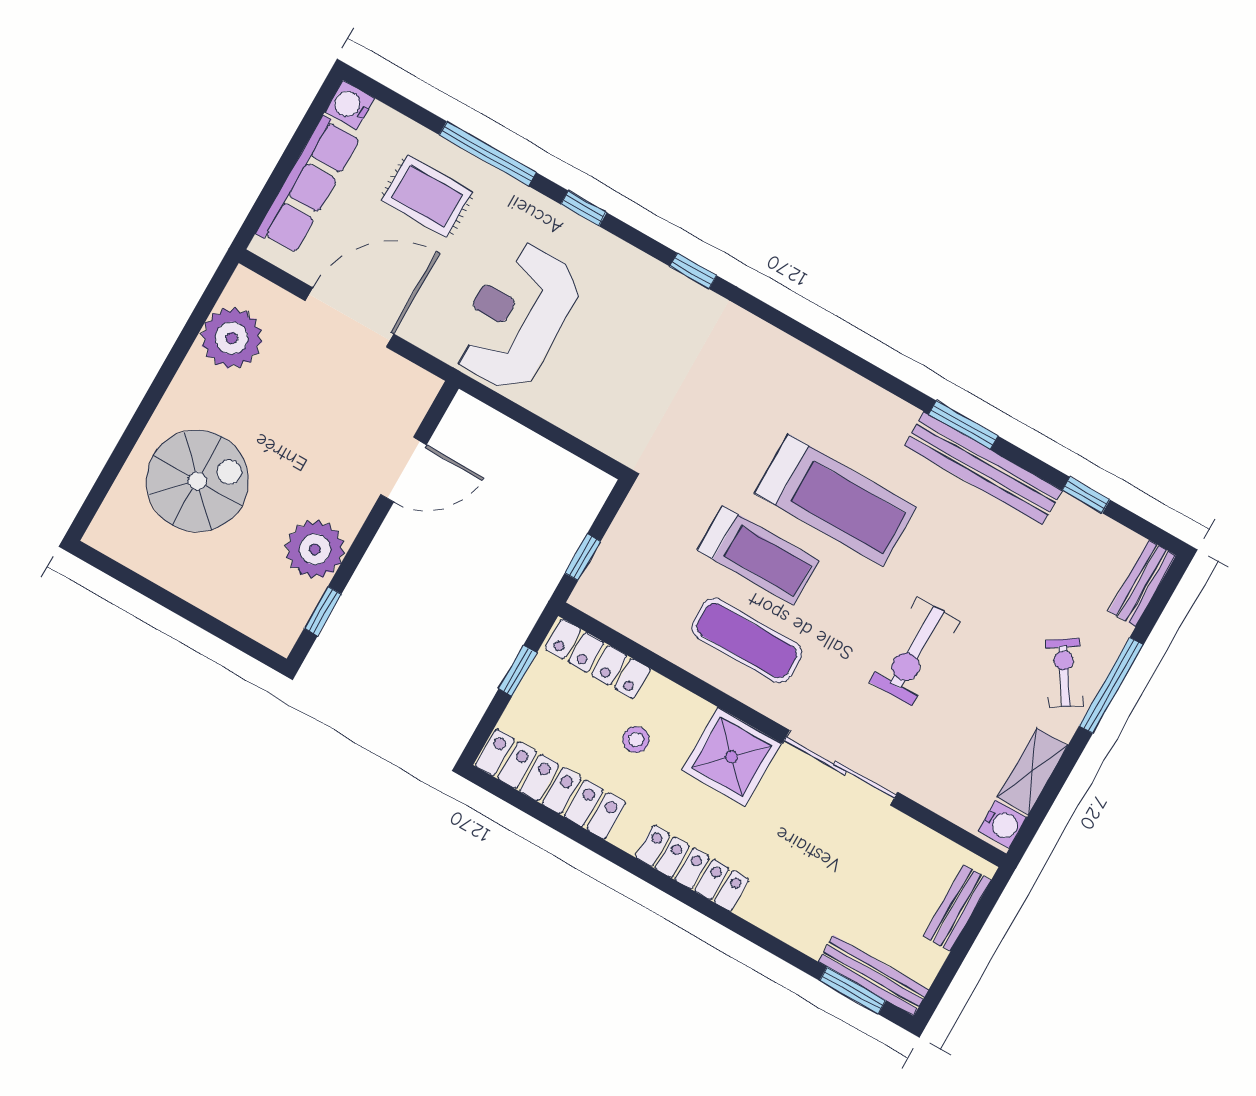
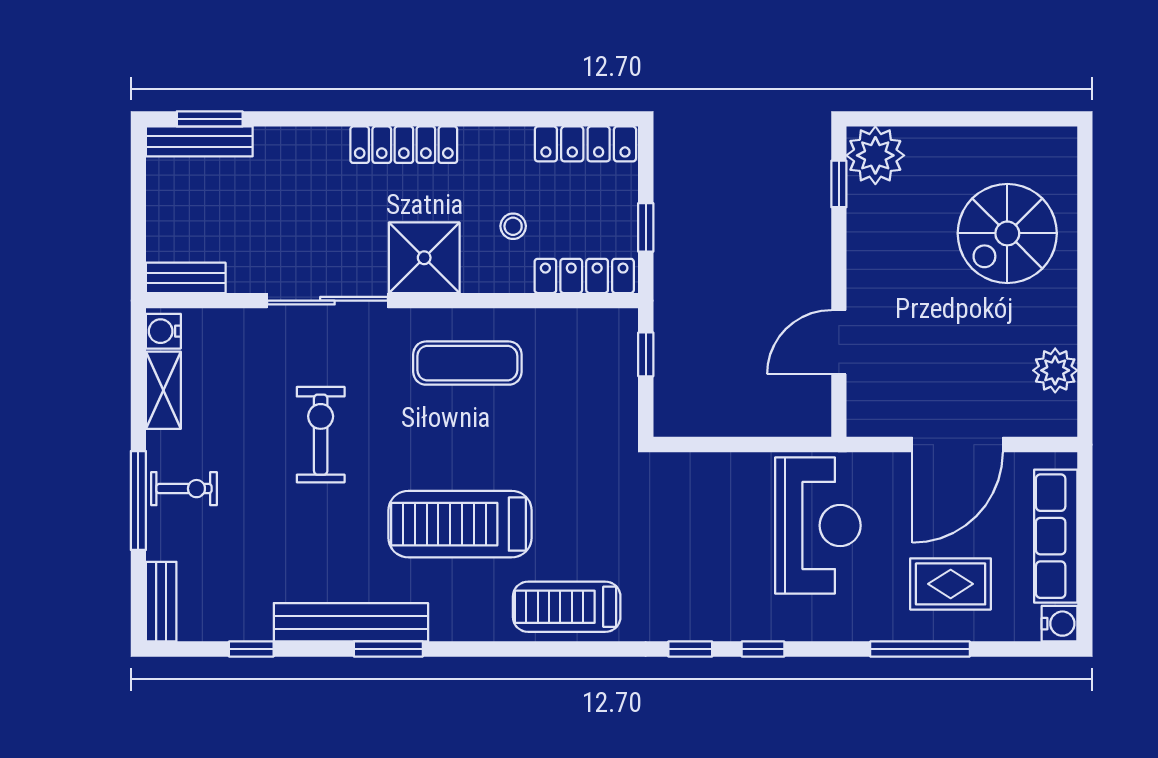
window: (584, 208) -> (763, 649), moved
plant: (232, 338) -> (1055, 370), width x0.73, depth x0.73
plant: (315, 549) -> (875, 155), moved
treadmill: (758, 555) -> (567, 607), moved
exercise bike: (1064, 673) -> (184, 489), turned -57
locker: (551, 784) -> (585, 144), width x0.71, depth x0.83
bench: (957, 908) -> (186, 278), moved, turned 90

